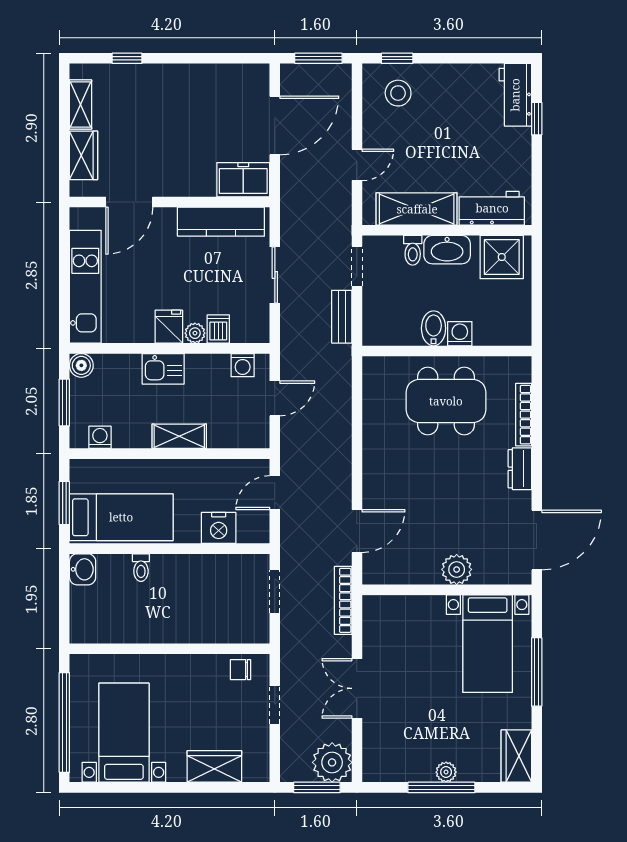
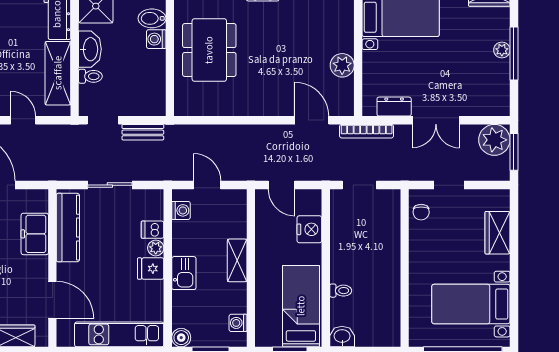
freezer: (243, 180) -> (35, 234), moved
bidet: (434, 328) -> (152, 18), moved
plant: (457, 569) -> (342, 65), moved
dresser: (374, 635) -> (394, 107), added

